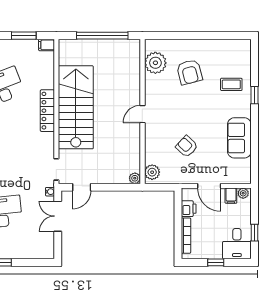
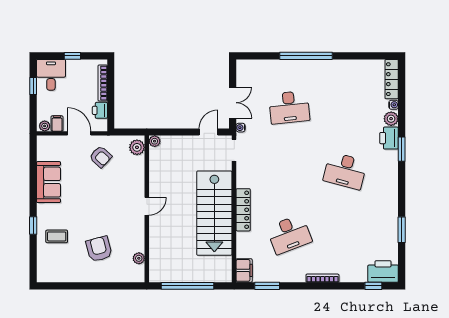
filing cabinet: (47, 45) -> (244, 270), width x2.00
plant: (155, 63) -> (139, 258), width x0.53, depth x0.53
armchair: (187, 146) -> (101, 157), moved

